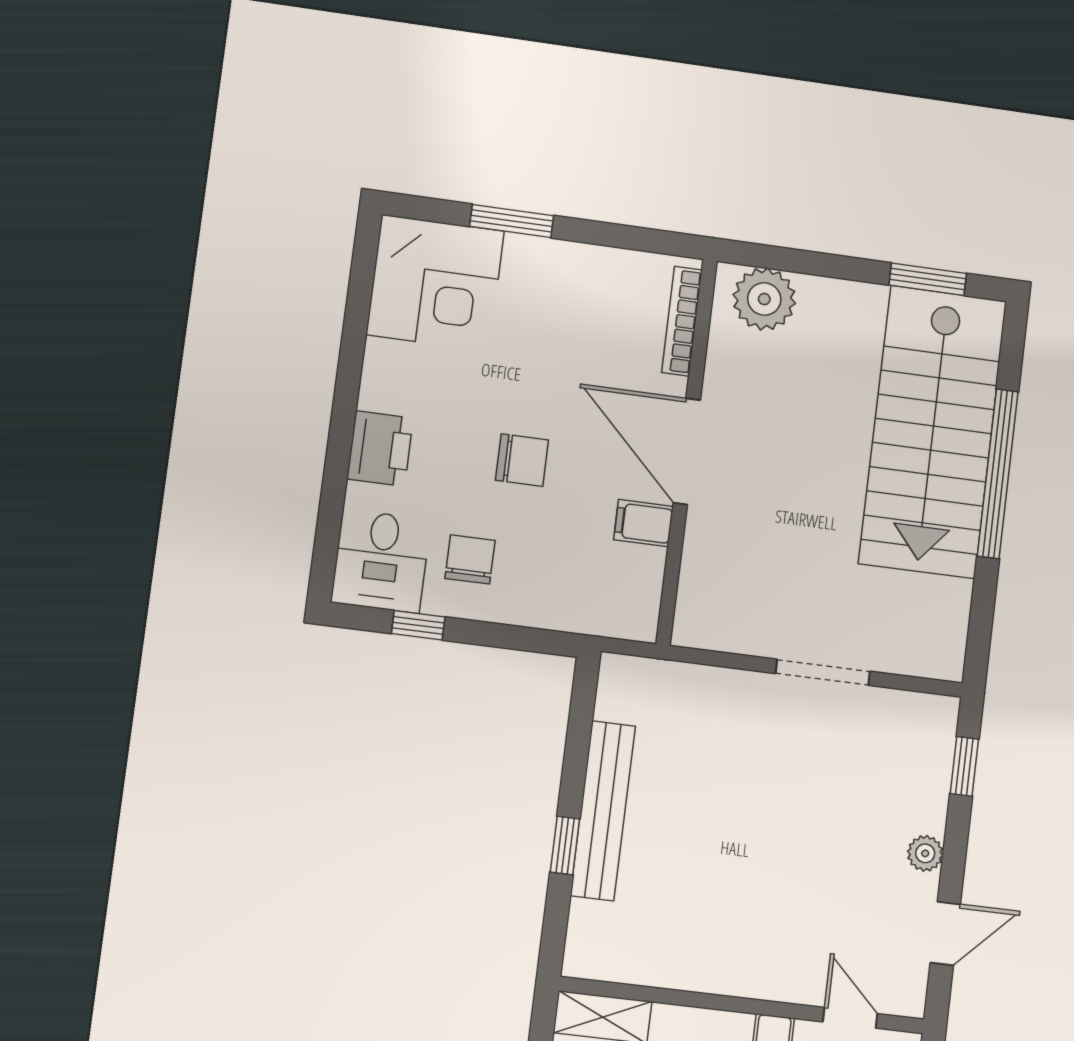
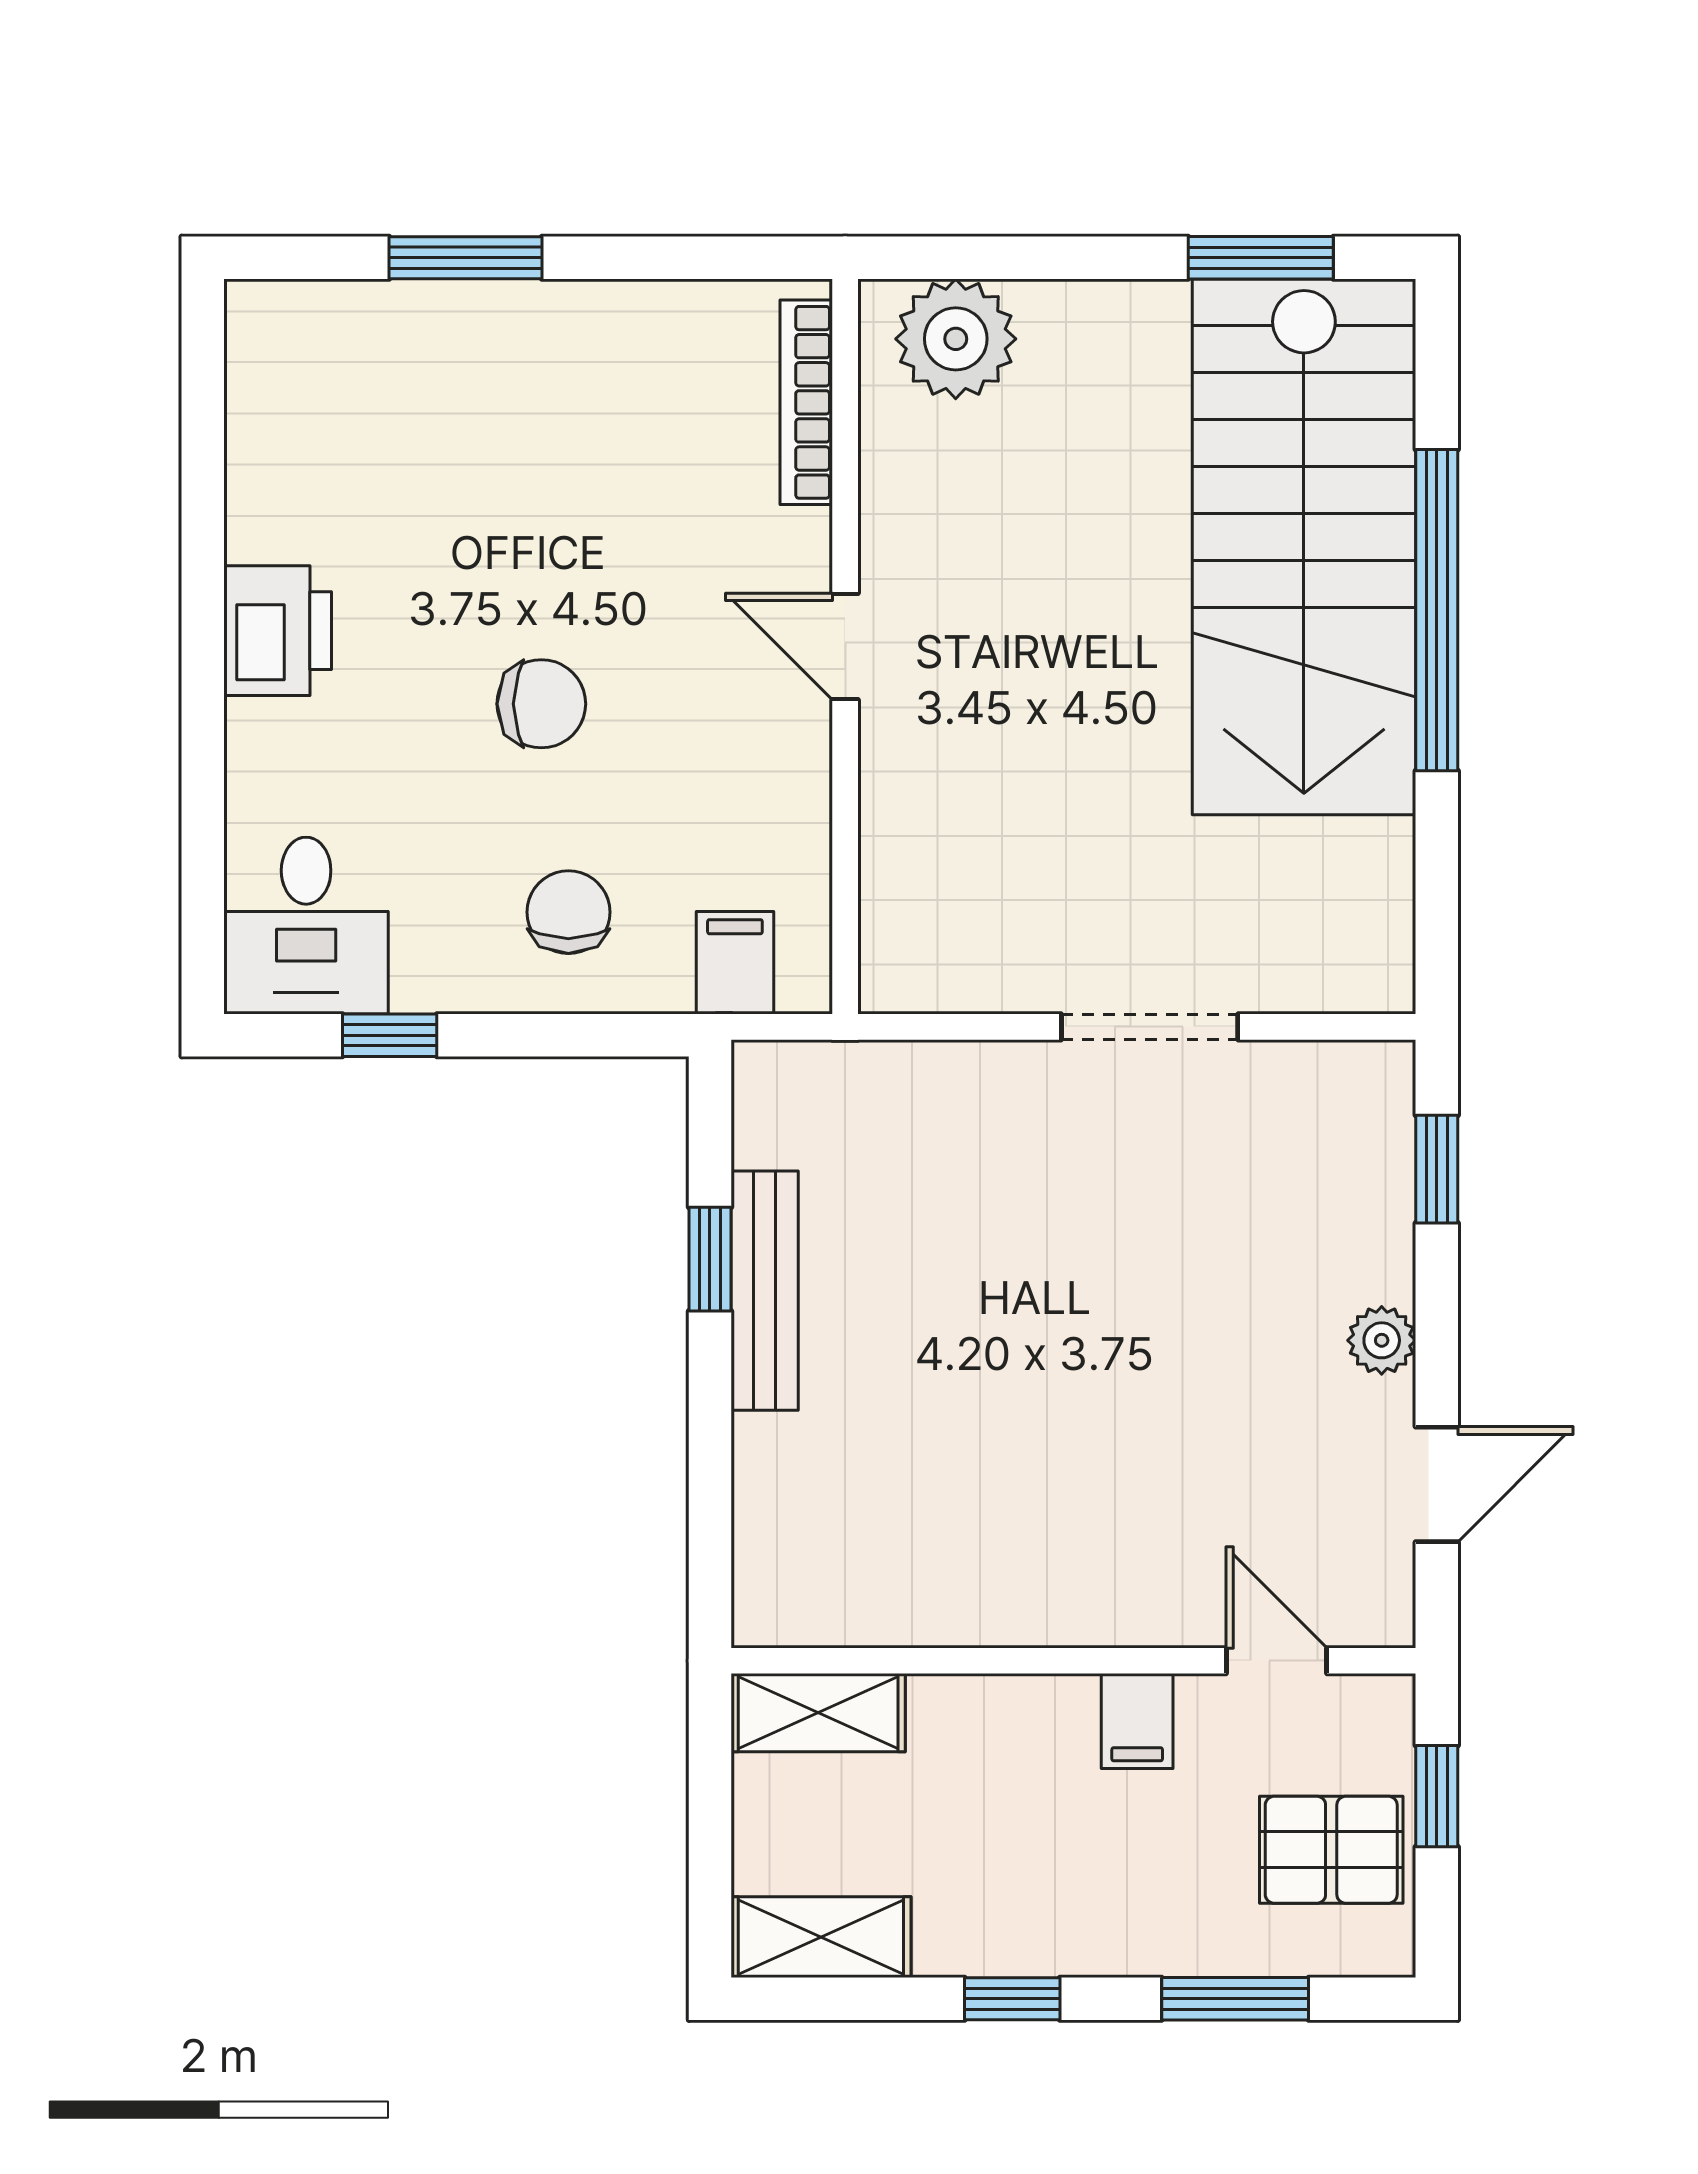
corner desk: (435, 283) -> (339, 394), removed
printer: (380, 448) -> (278, 631), moved
door: (687, 451) -> (845, 646), width x0.53
filing cabinet: (643, 523) -> (735, 963), moved, turned 90
chair: (470, 559) -> (568, 912), moved
bench: (603, 811) -> (765, 1291), width x0.73, depth x0.82
window: (565, 845) -> (710, 1259), moved

